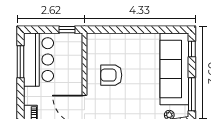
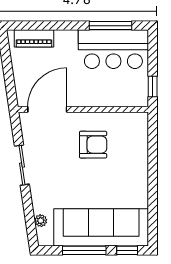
armchair: (111, 75) -> (93, 145), turned 90
window: (192, 94) -> (84, 250), moved

